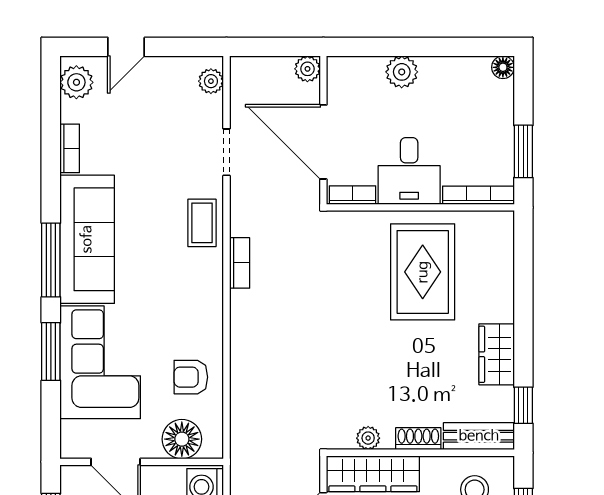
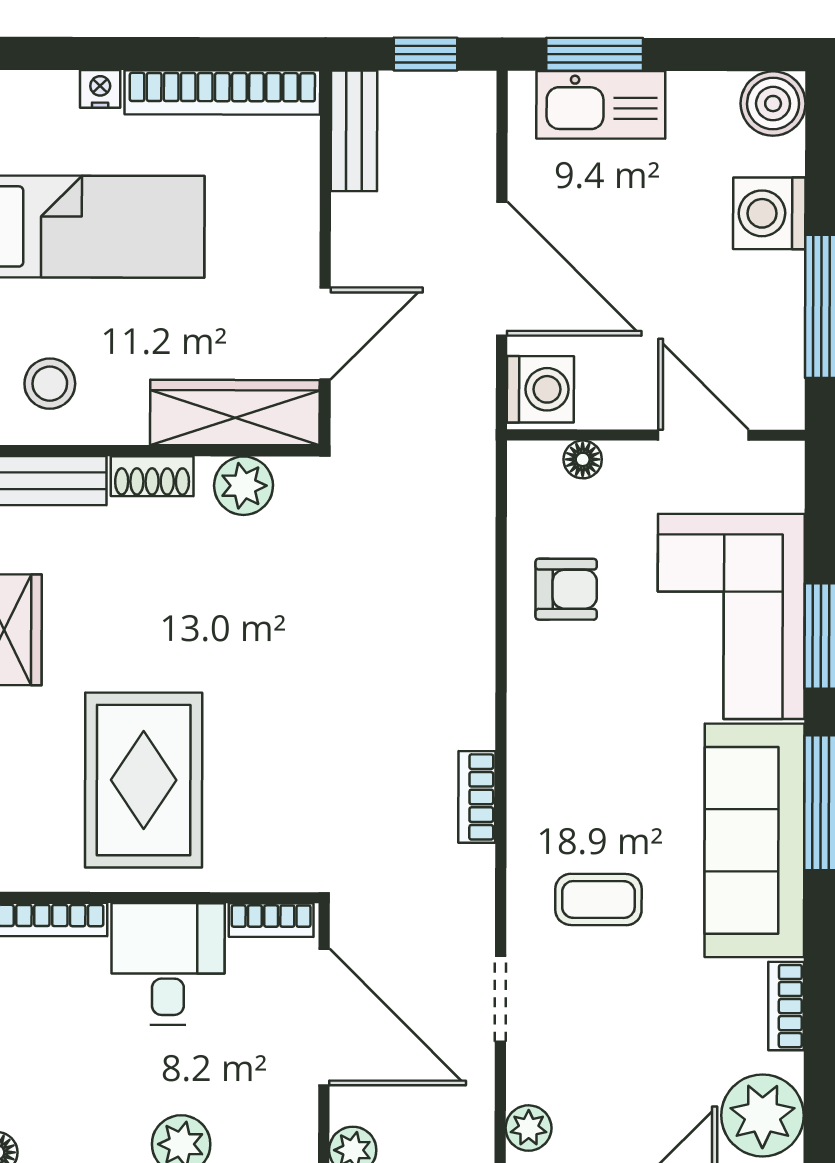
plant: (76, 82) -> (762, 1115), width x1.36, depth x1.36
coffee table: (202, 223) -> (598, 899), moved, turned 90
plant: (368, 438) -> (244, 486), width x1.38, depth x1.38
floor lamp: (182, 439) -> (583, 459), width x0.53, depth x0.53

